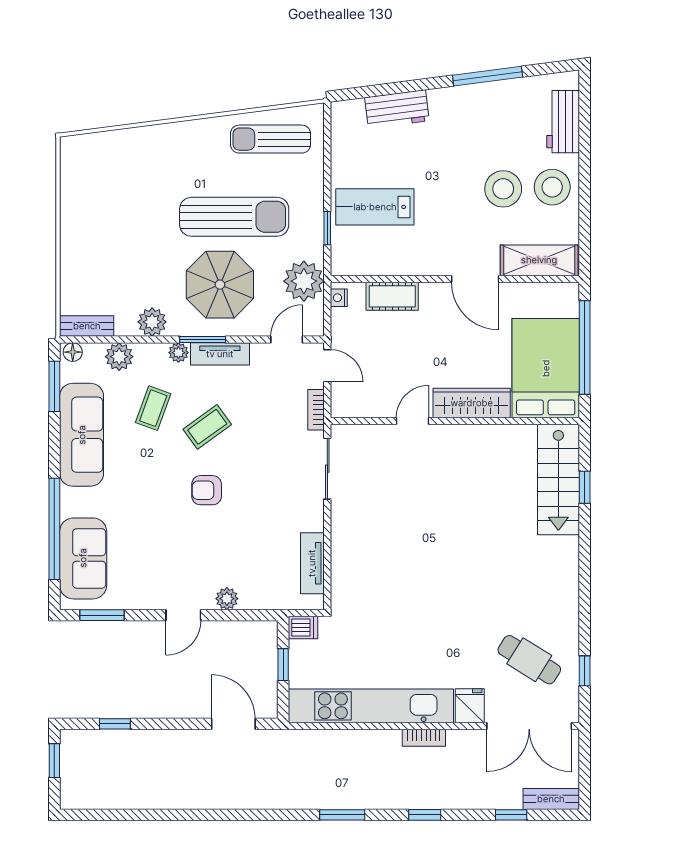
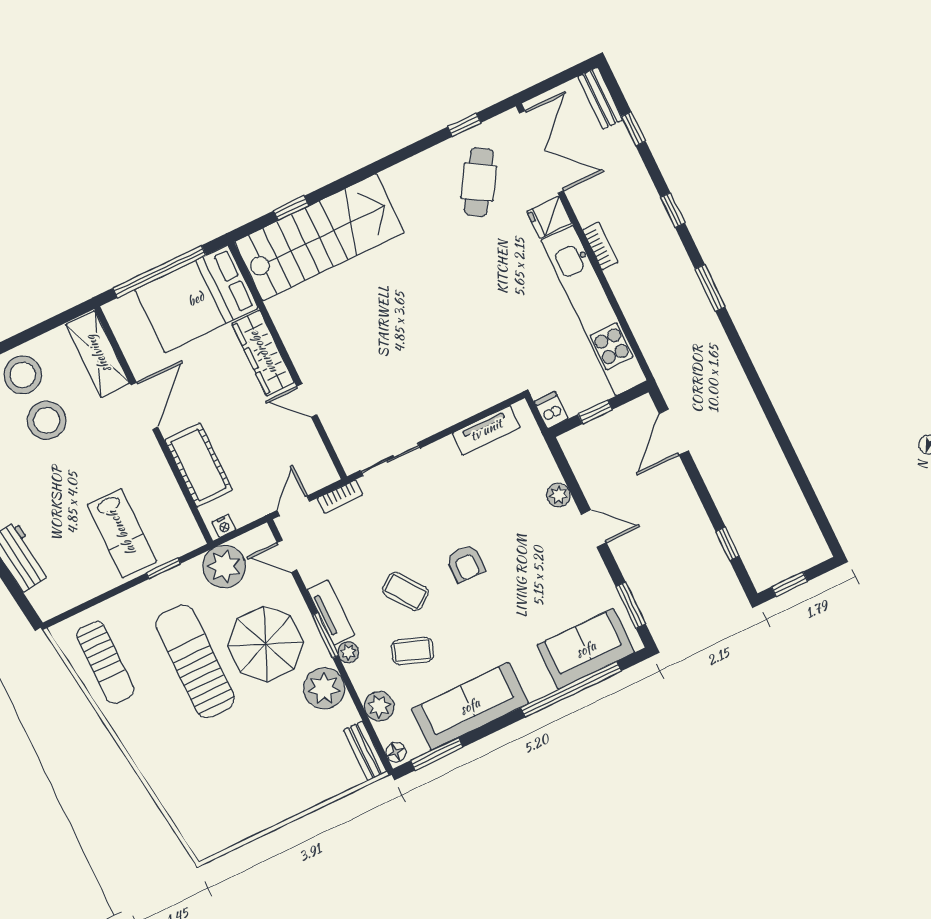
cot: (392, 296) -> (199, 465), width x1.37, depth x1.34
plant: (152, 322) -> (324, 688), width x1.36, depth x1.36
stairs: (558, 480) -> (319, 237), width x1.36, depth x1.51

